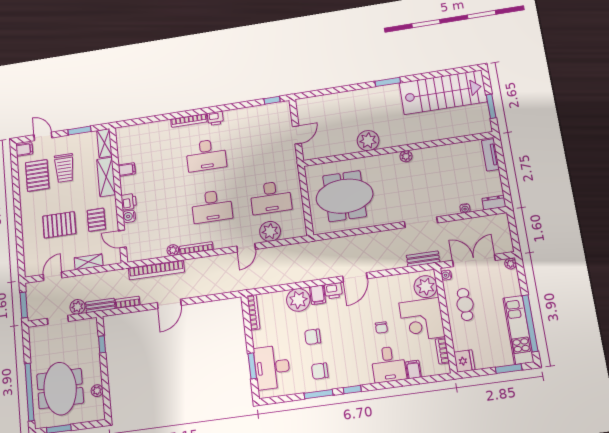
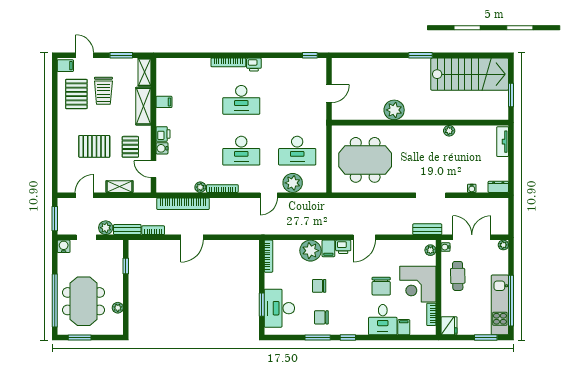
plant: (406, 156) -> (449, 131), moved
plant: (426, 287) -> (430, 250), width x0.53, depth x0.53
chair: (381, 328) -> (381, 286), width x1.87, depth x1.87
water cooler: (35, 333) -> (64, 246), added

